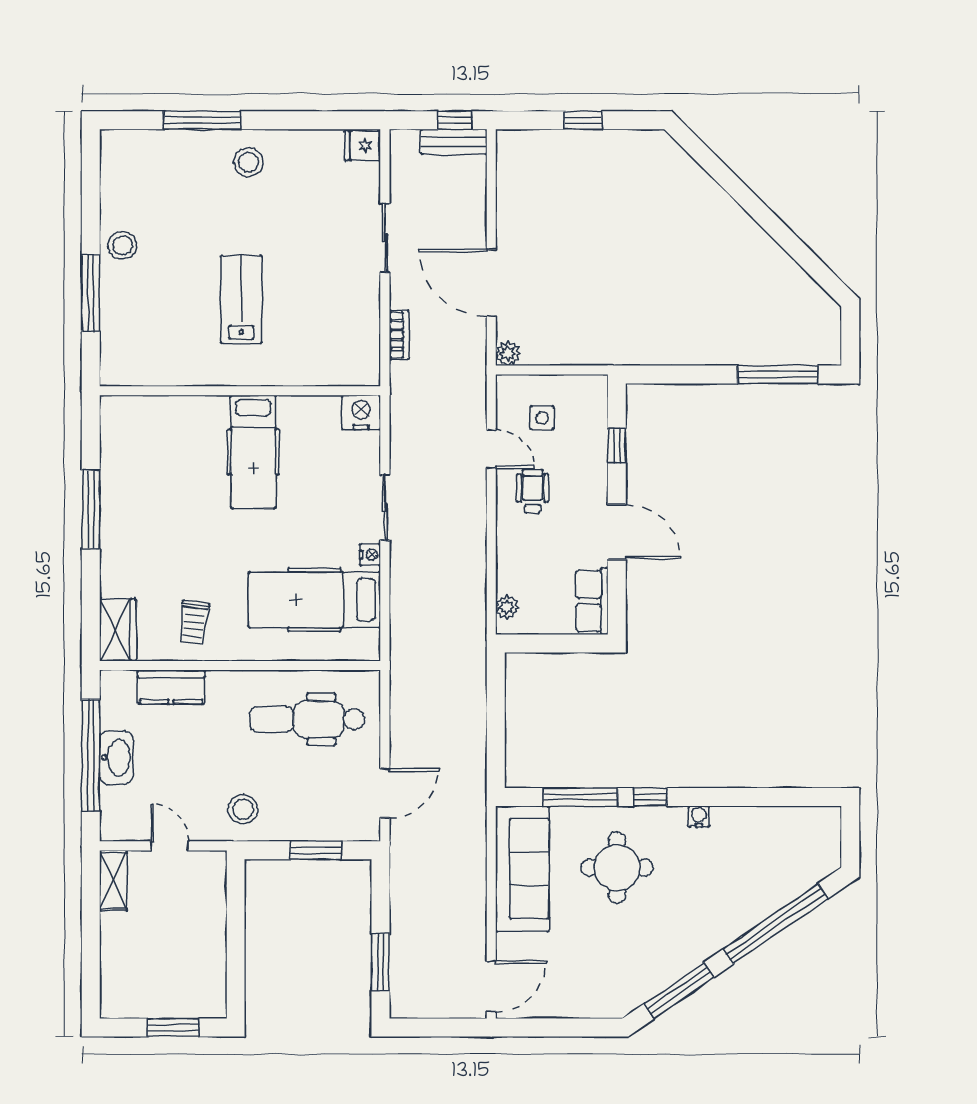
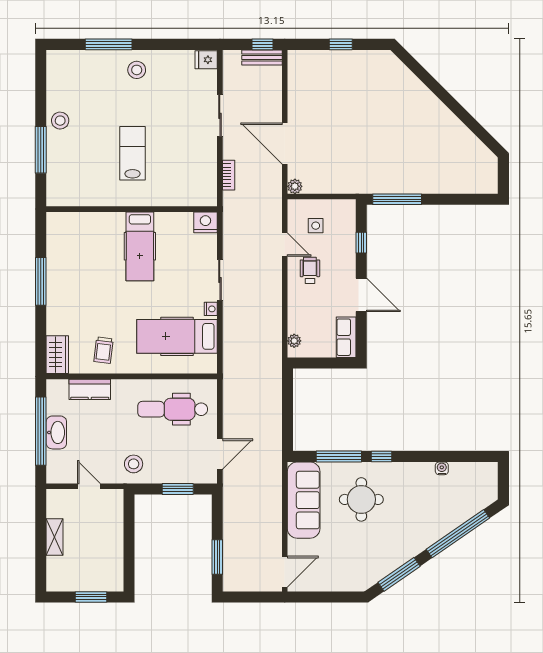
window: (778, 374) -> (397, 199), moved
water cooler: (699, 816) -> (442, 468), moved
shelving: (113, 880) -> (54, 537), moved

